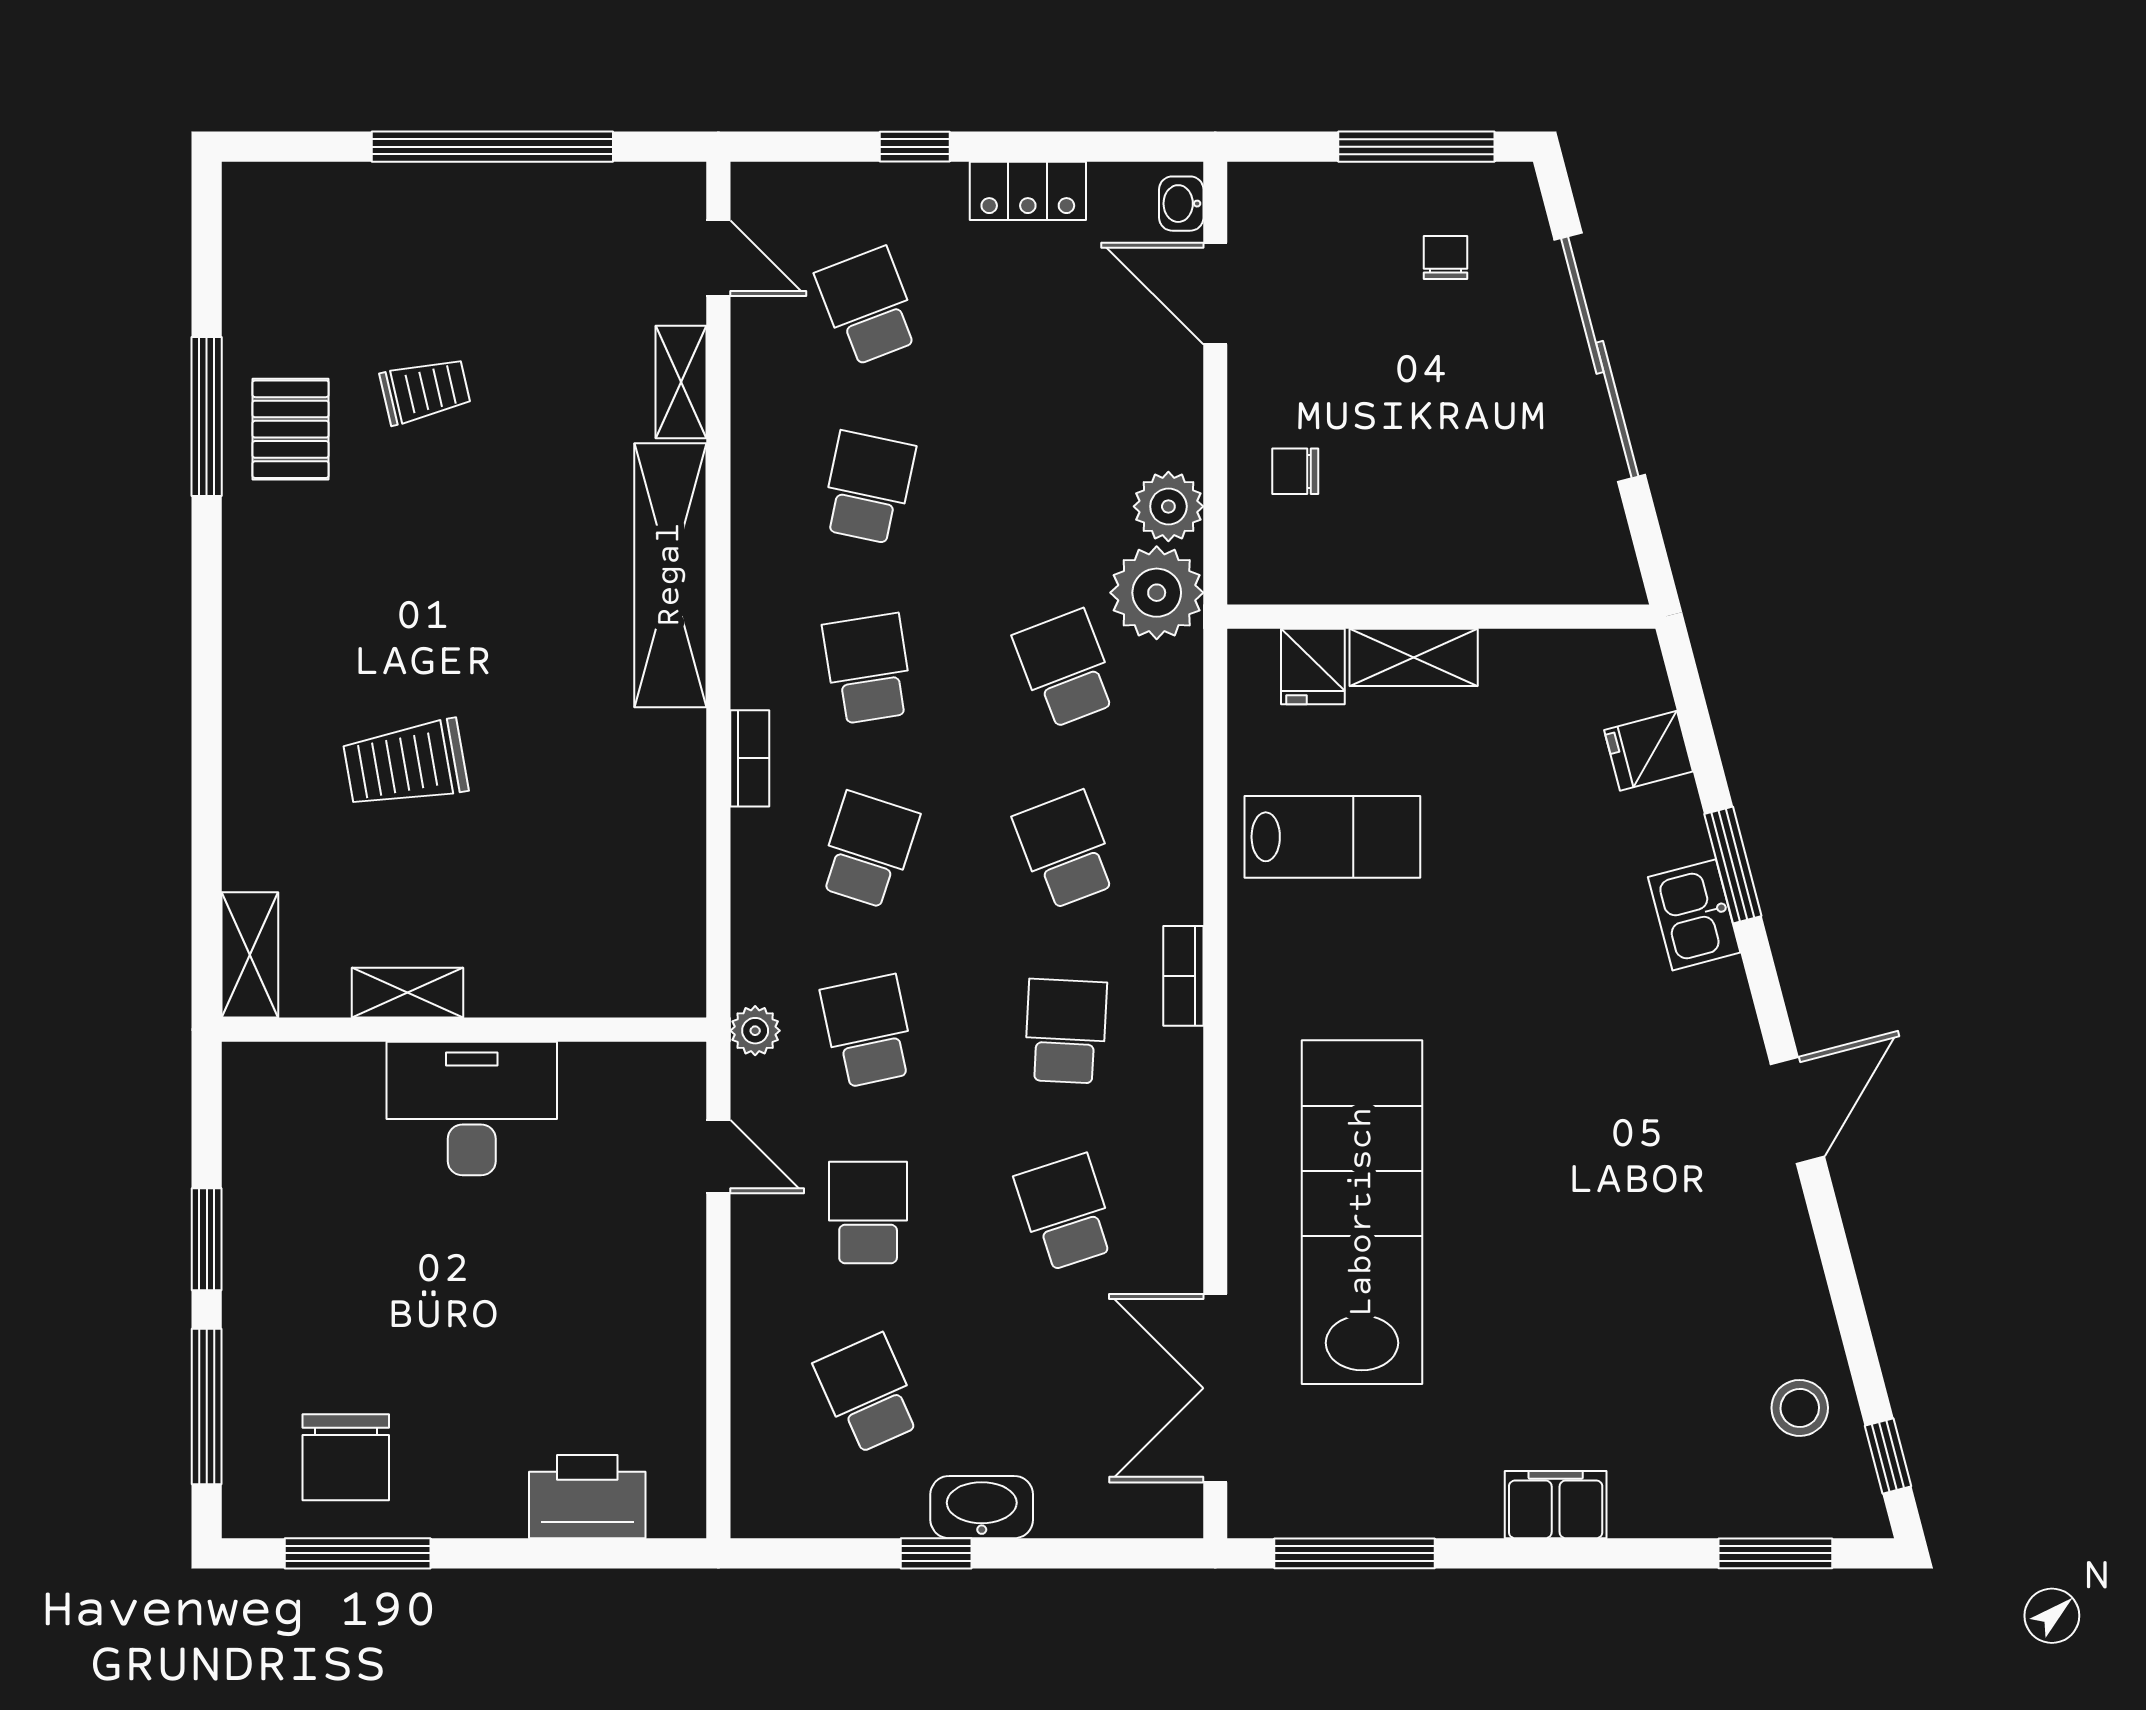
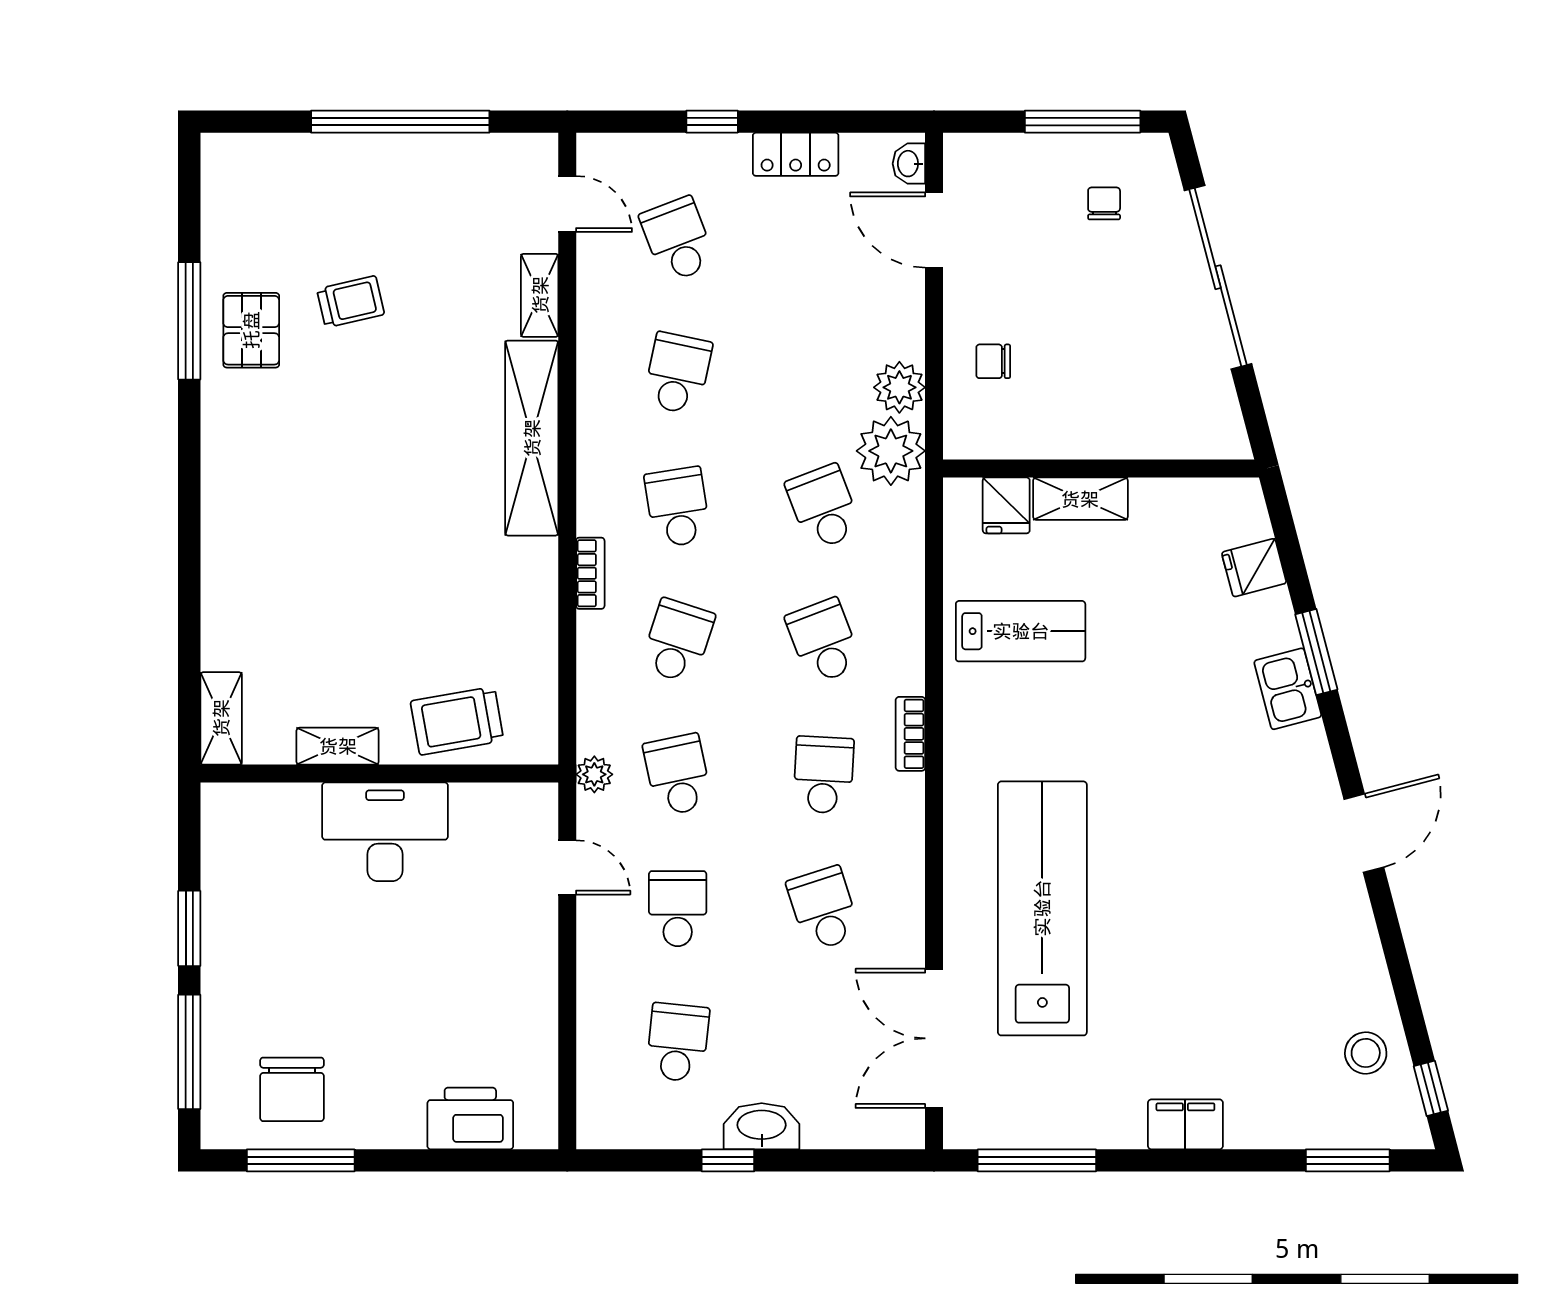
trolley: (405, 764) -> (457, 721), moved
school desk: (868, 1394) -> (678, 1042), turned 30

